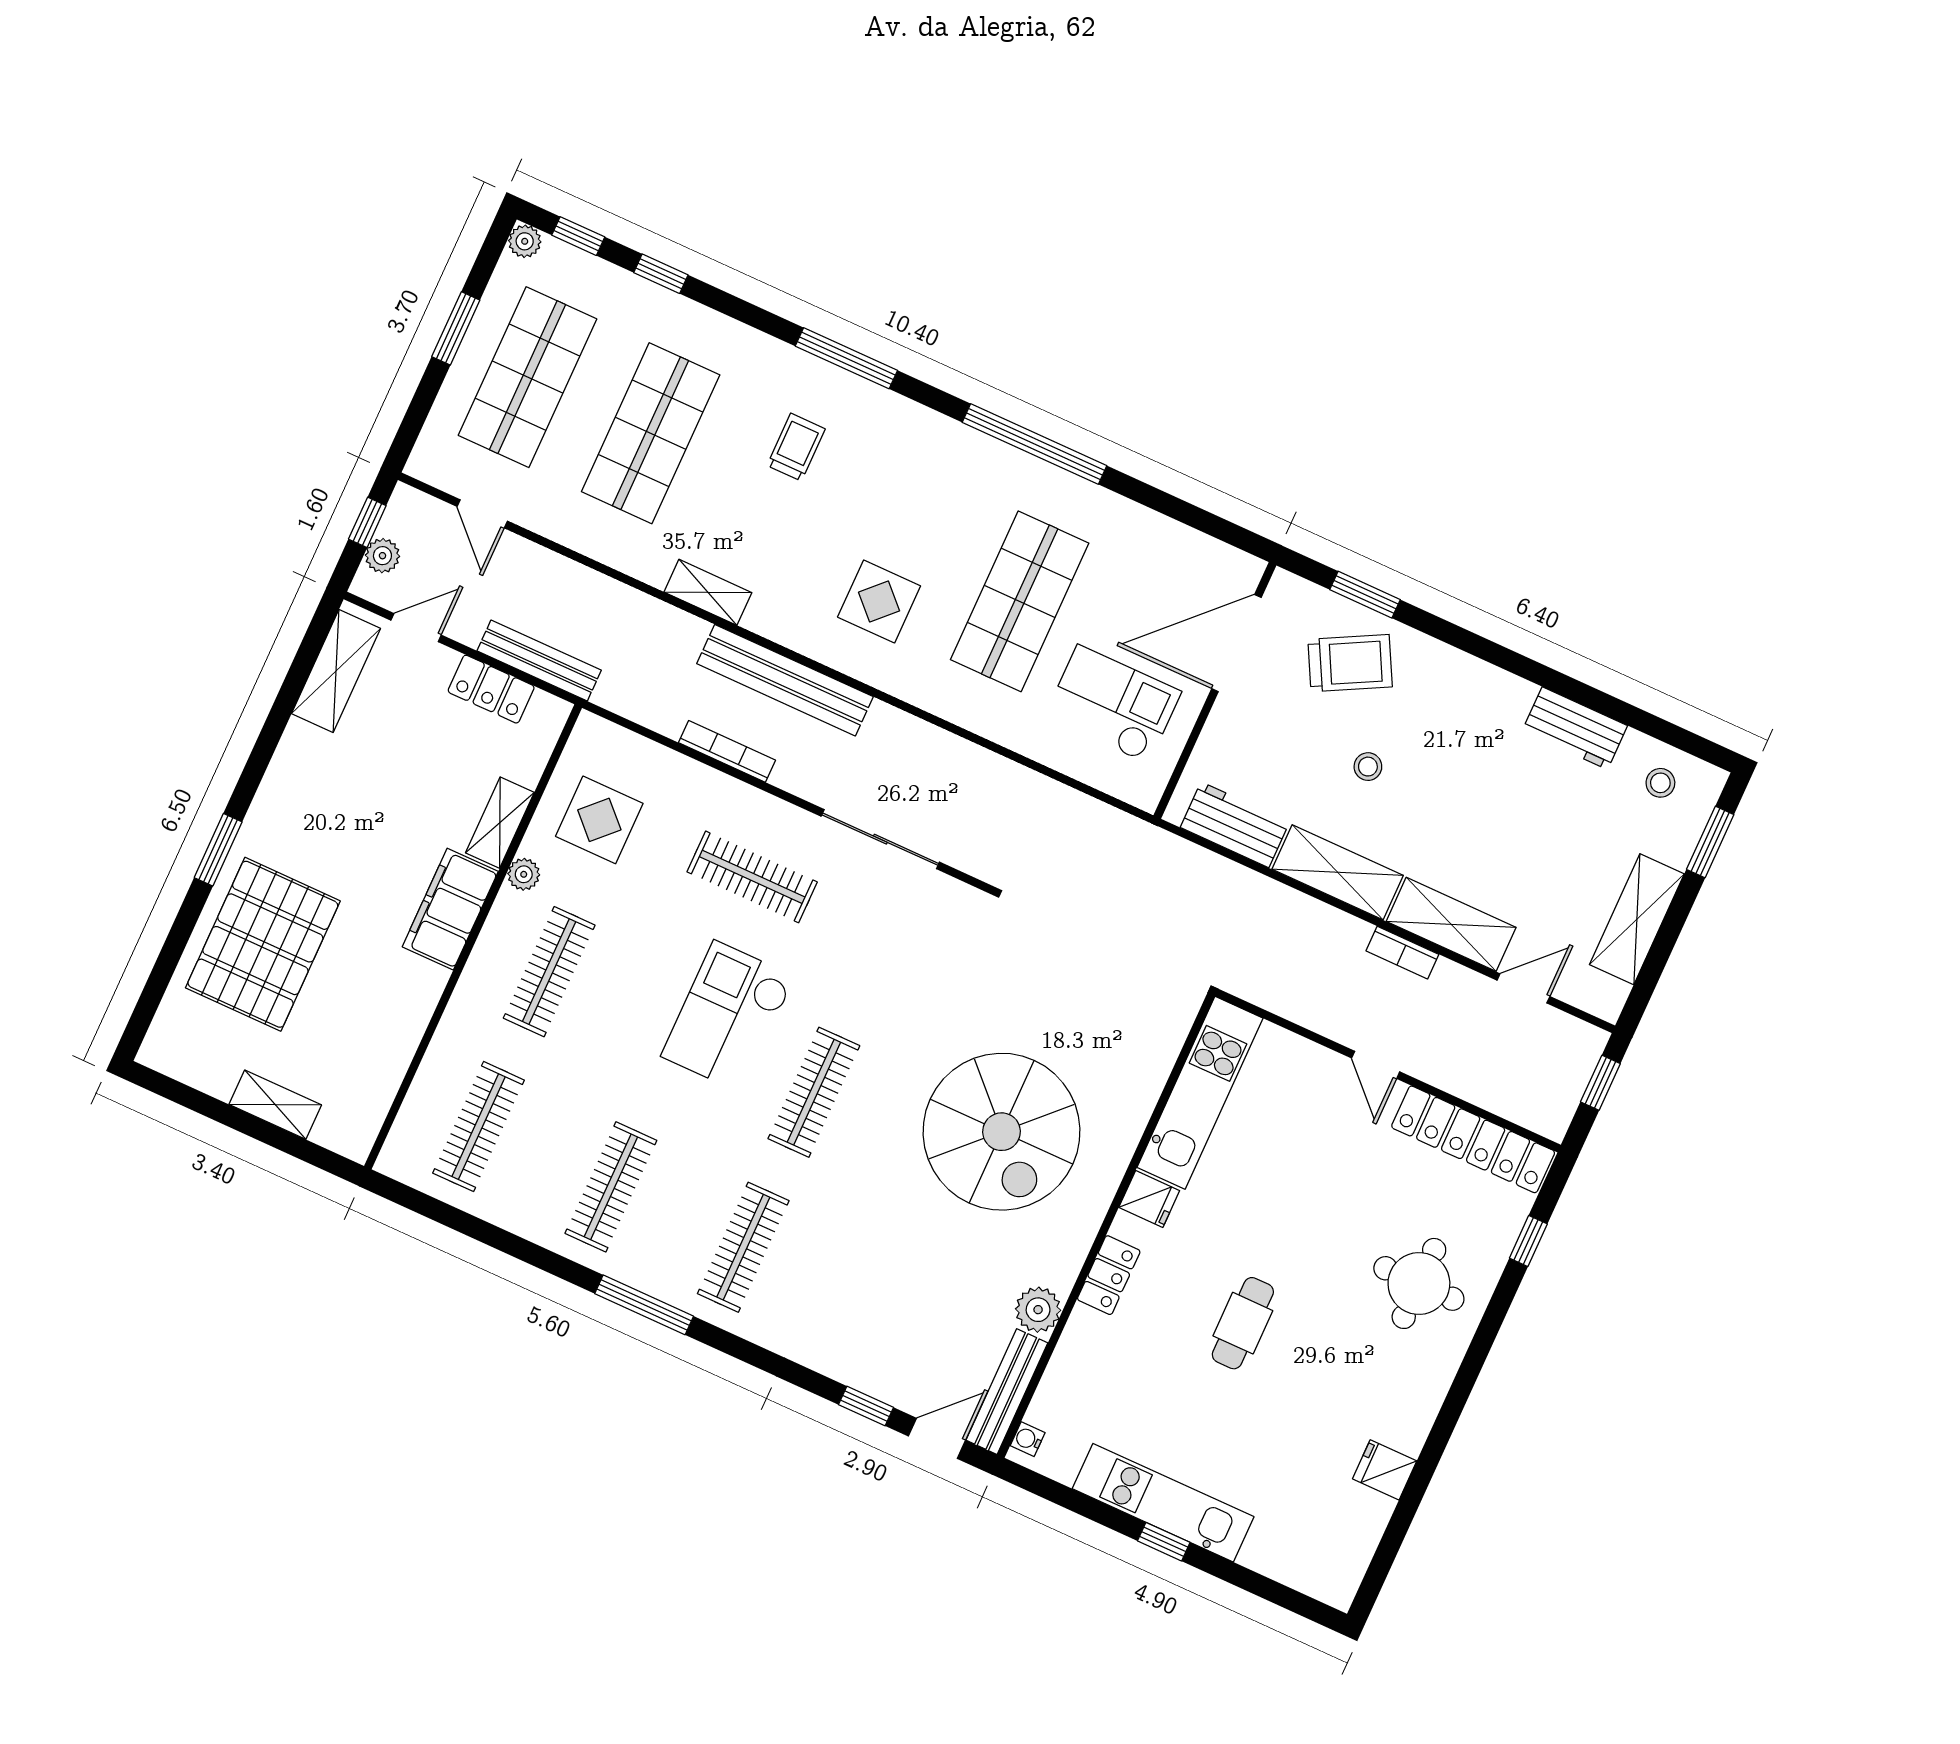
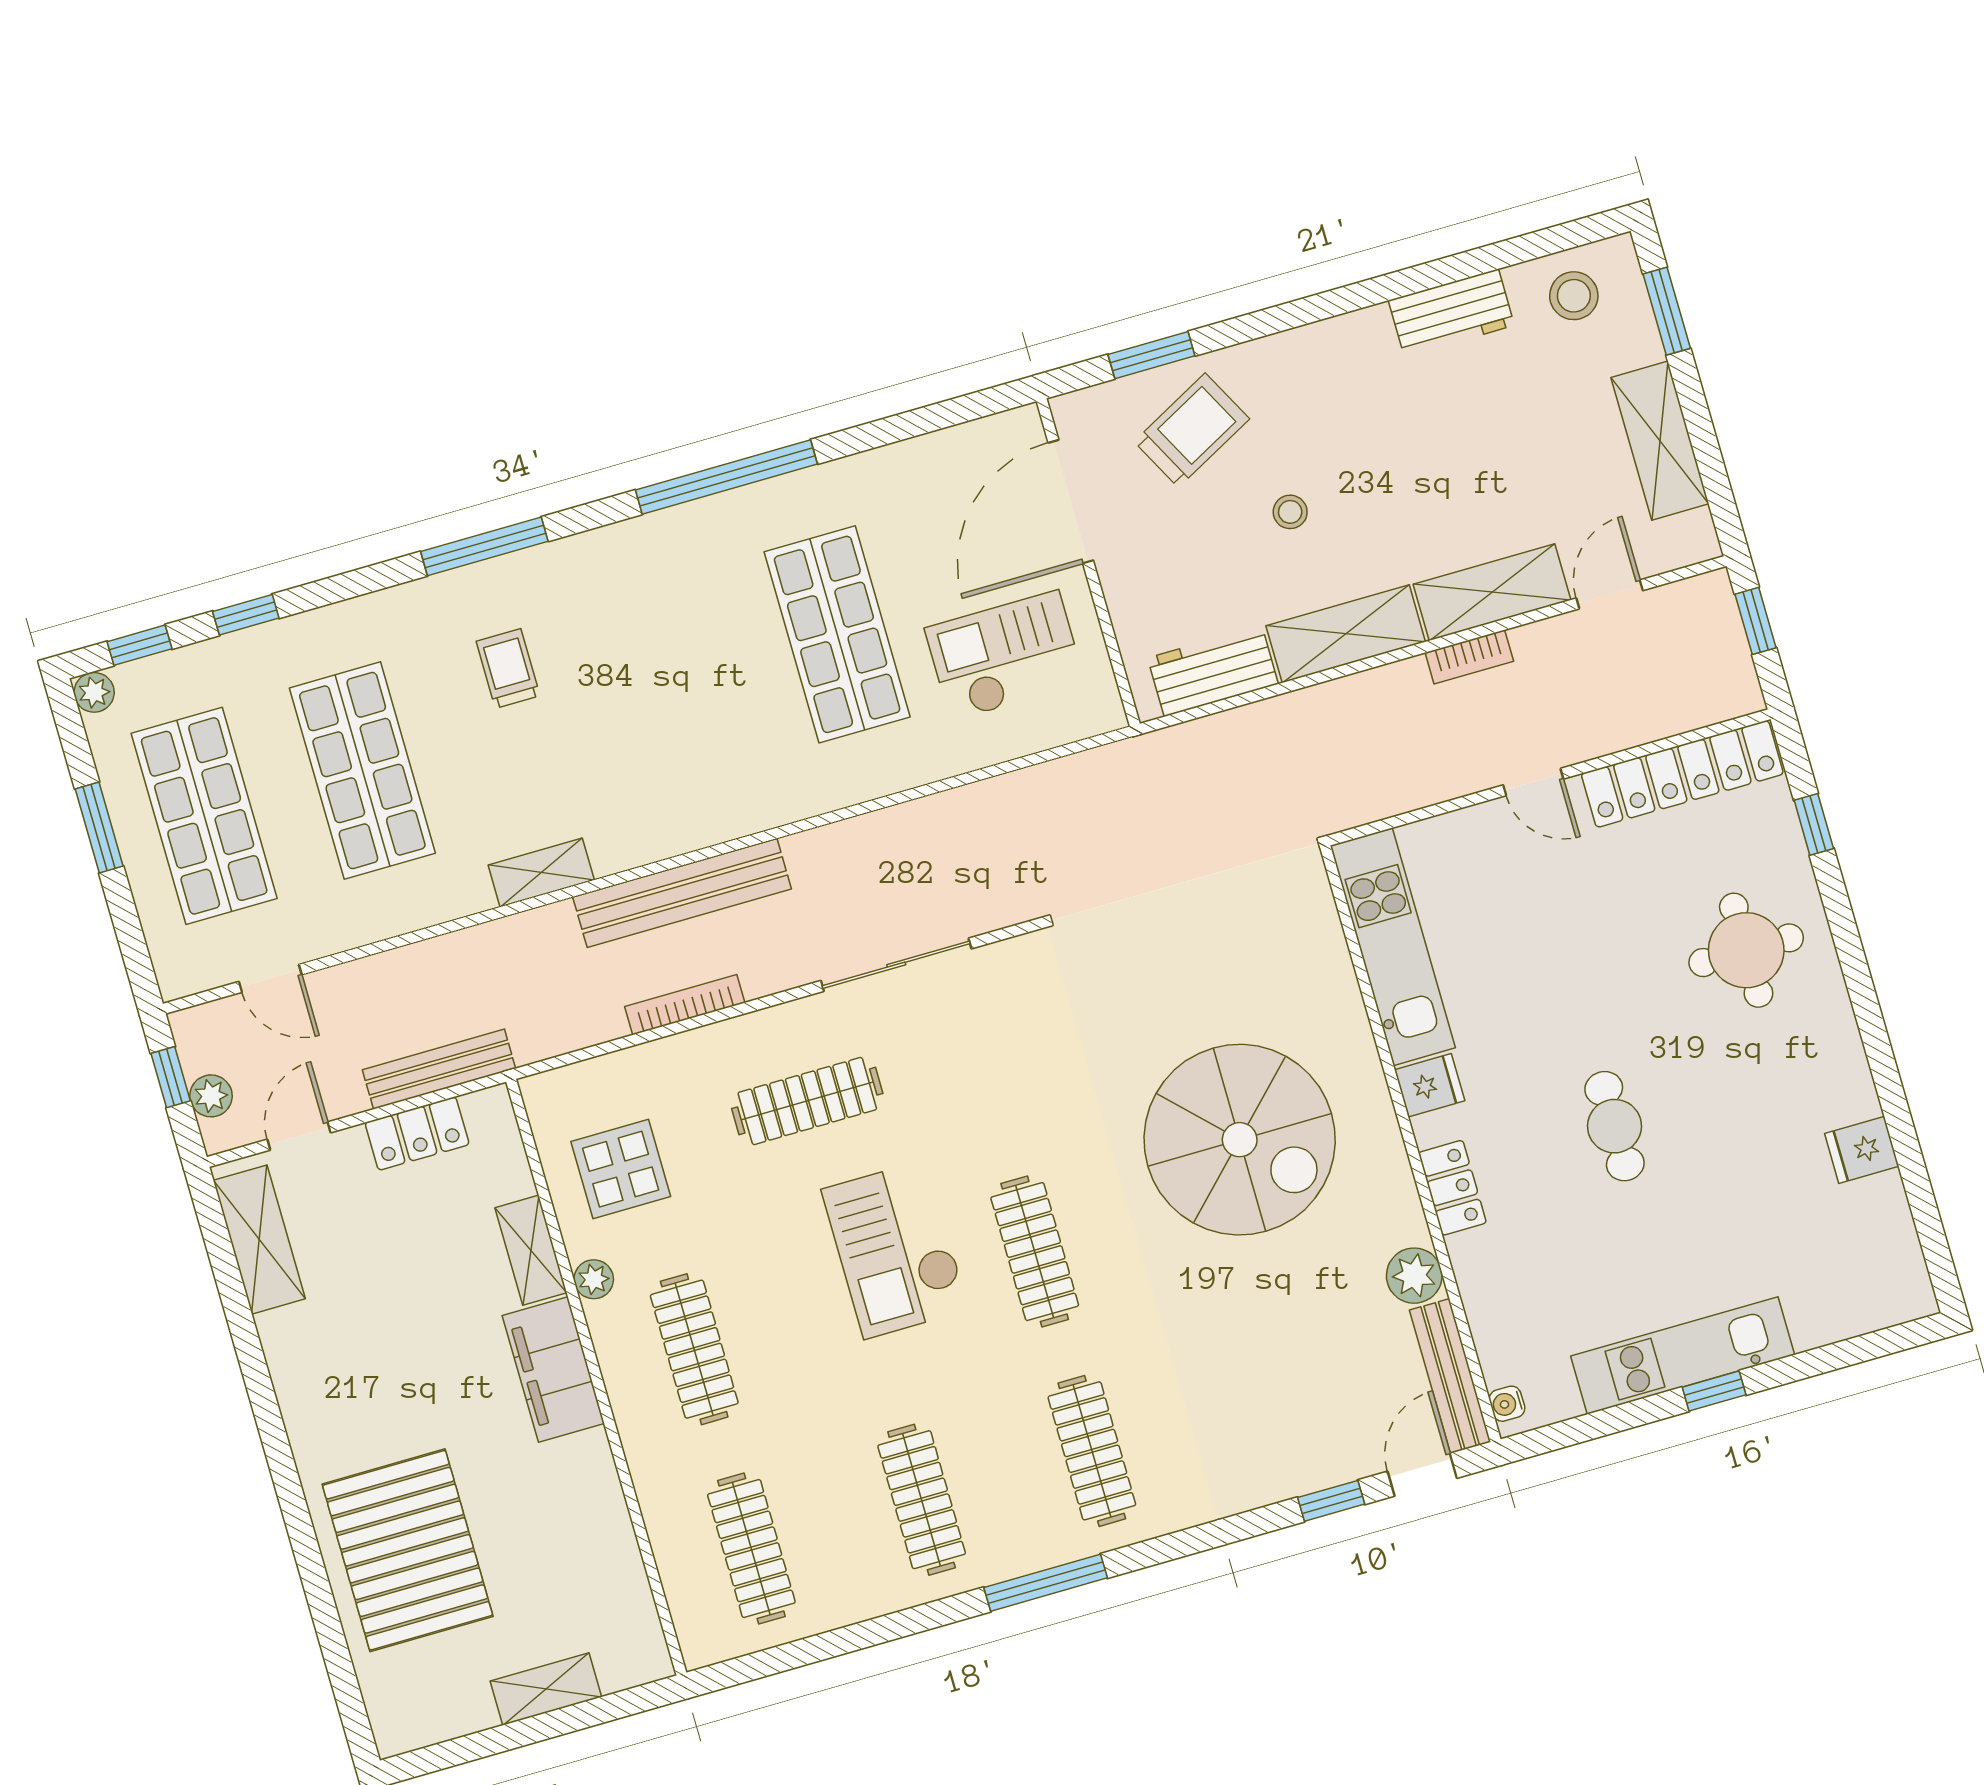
display table: (879, 602) -> (707, 746), removed
stool: (1660, 783) -> (1574, 296), width x1.37, depth x1.37
window: (218, 850) -> (291, 1498), removed

